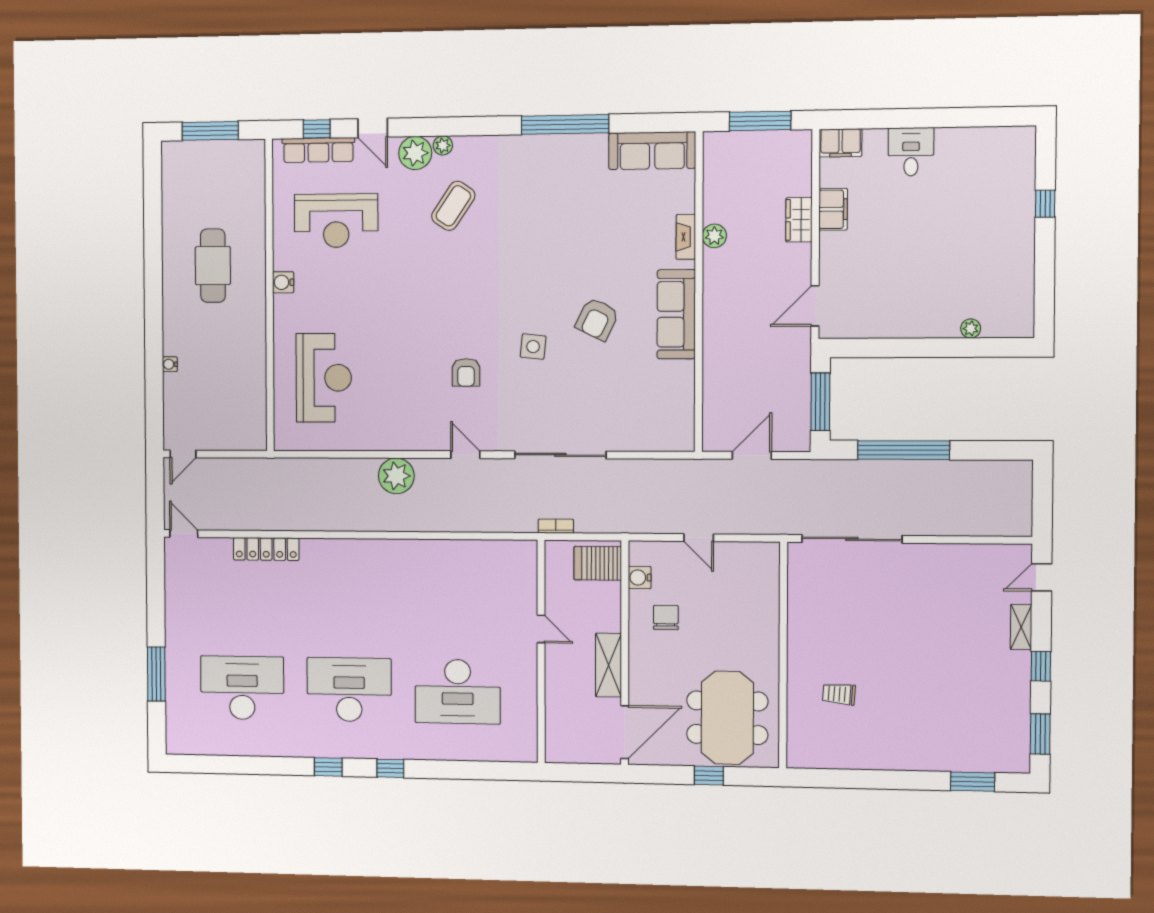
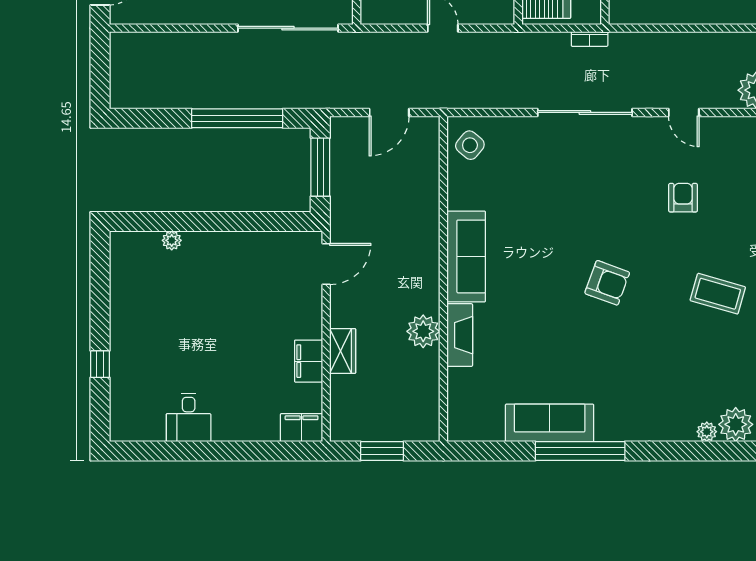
window: (760, 121) -> (382, 451), width x0.69
sofa: (652, 151) -> (550, 423), moved
desk: (911, 152) -> (189, 418), moved
coffee table: (453, 206) -> (718, 294), moved, turned 72
plant: (714, 236) -> (423, 331), width x1.36, depth x1.36
fireplace: (686, 237) -> (460, 335), width x1.37, depth x1.32
armchair: (597, 319) -> (607, 283), moved, turned 84
side table: (533, 347) -> (470, 145), moved, turned 34

